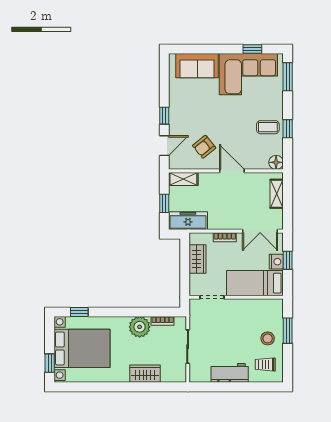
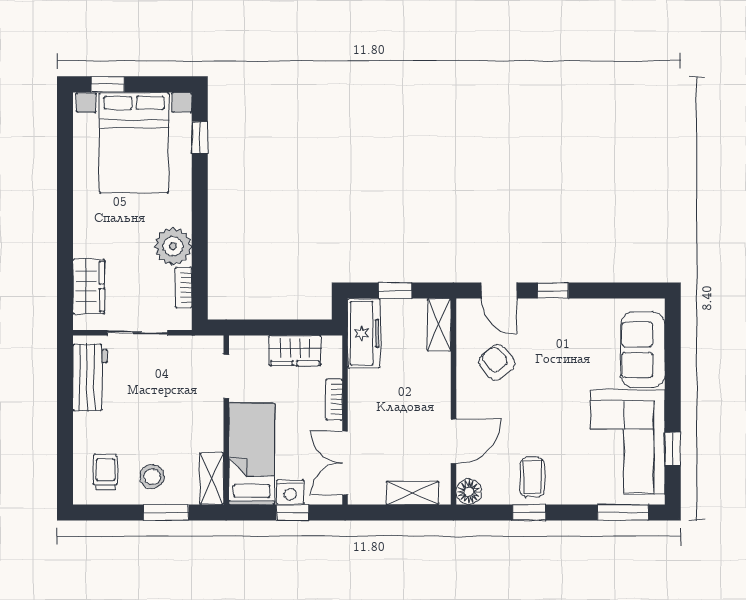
door: (232, 171) -> (453, 441), moved
shelving: (269, 305) -> (212, 479), added
workbench: (230, 373) -> (90, 377), moved
wardrobe: (145, 374) -> (89, 286), moved

